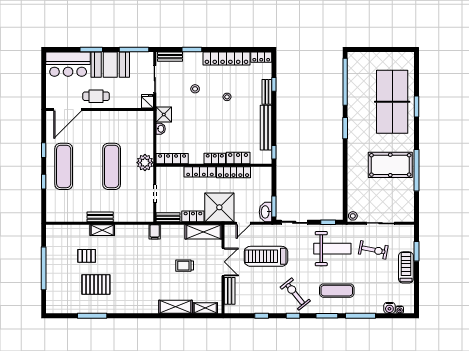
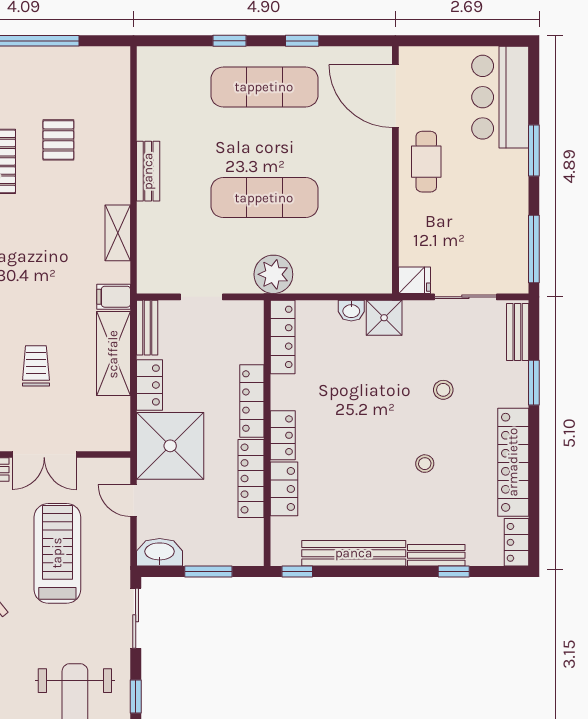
booth: (110, 65) -> (499, 194), removed
window: (274, 206) -> (208, 572), moved
shelving: (102, 230) -> (118, 233), moved
shelving: (203, 232) -> (113, 354), moved

